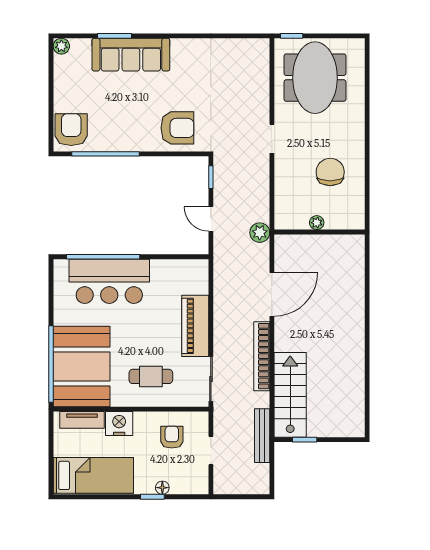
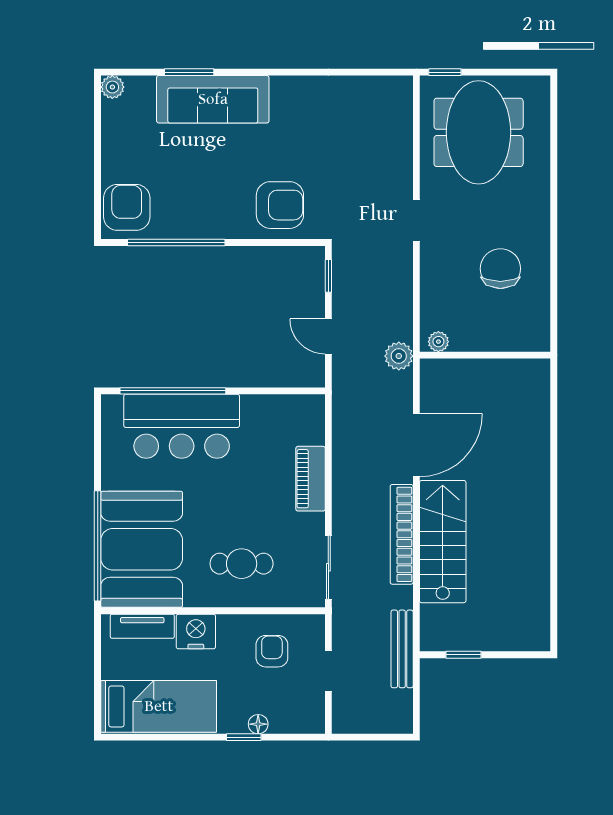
plant: (317, 223) -> (438, 342), moved
piano: (195, 326) -> (311, 479), width x0.73, depth x0.75
stairs: (290, 395) -> (443, 542), moved

